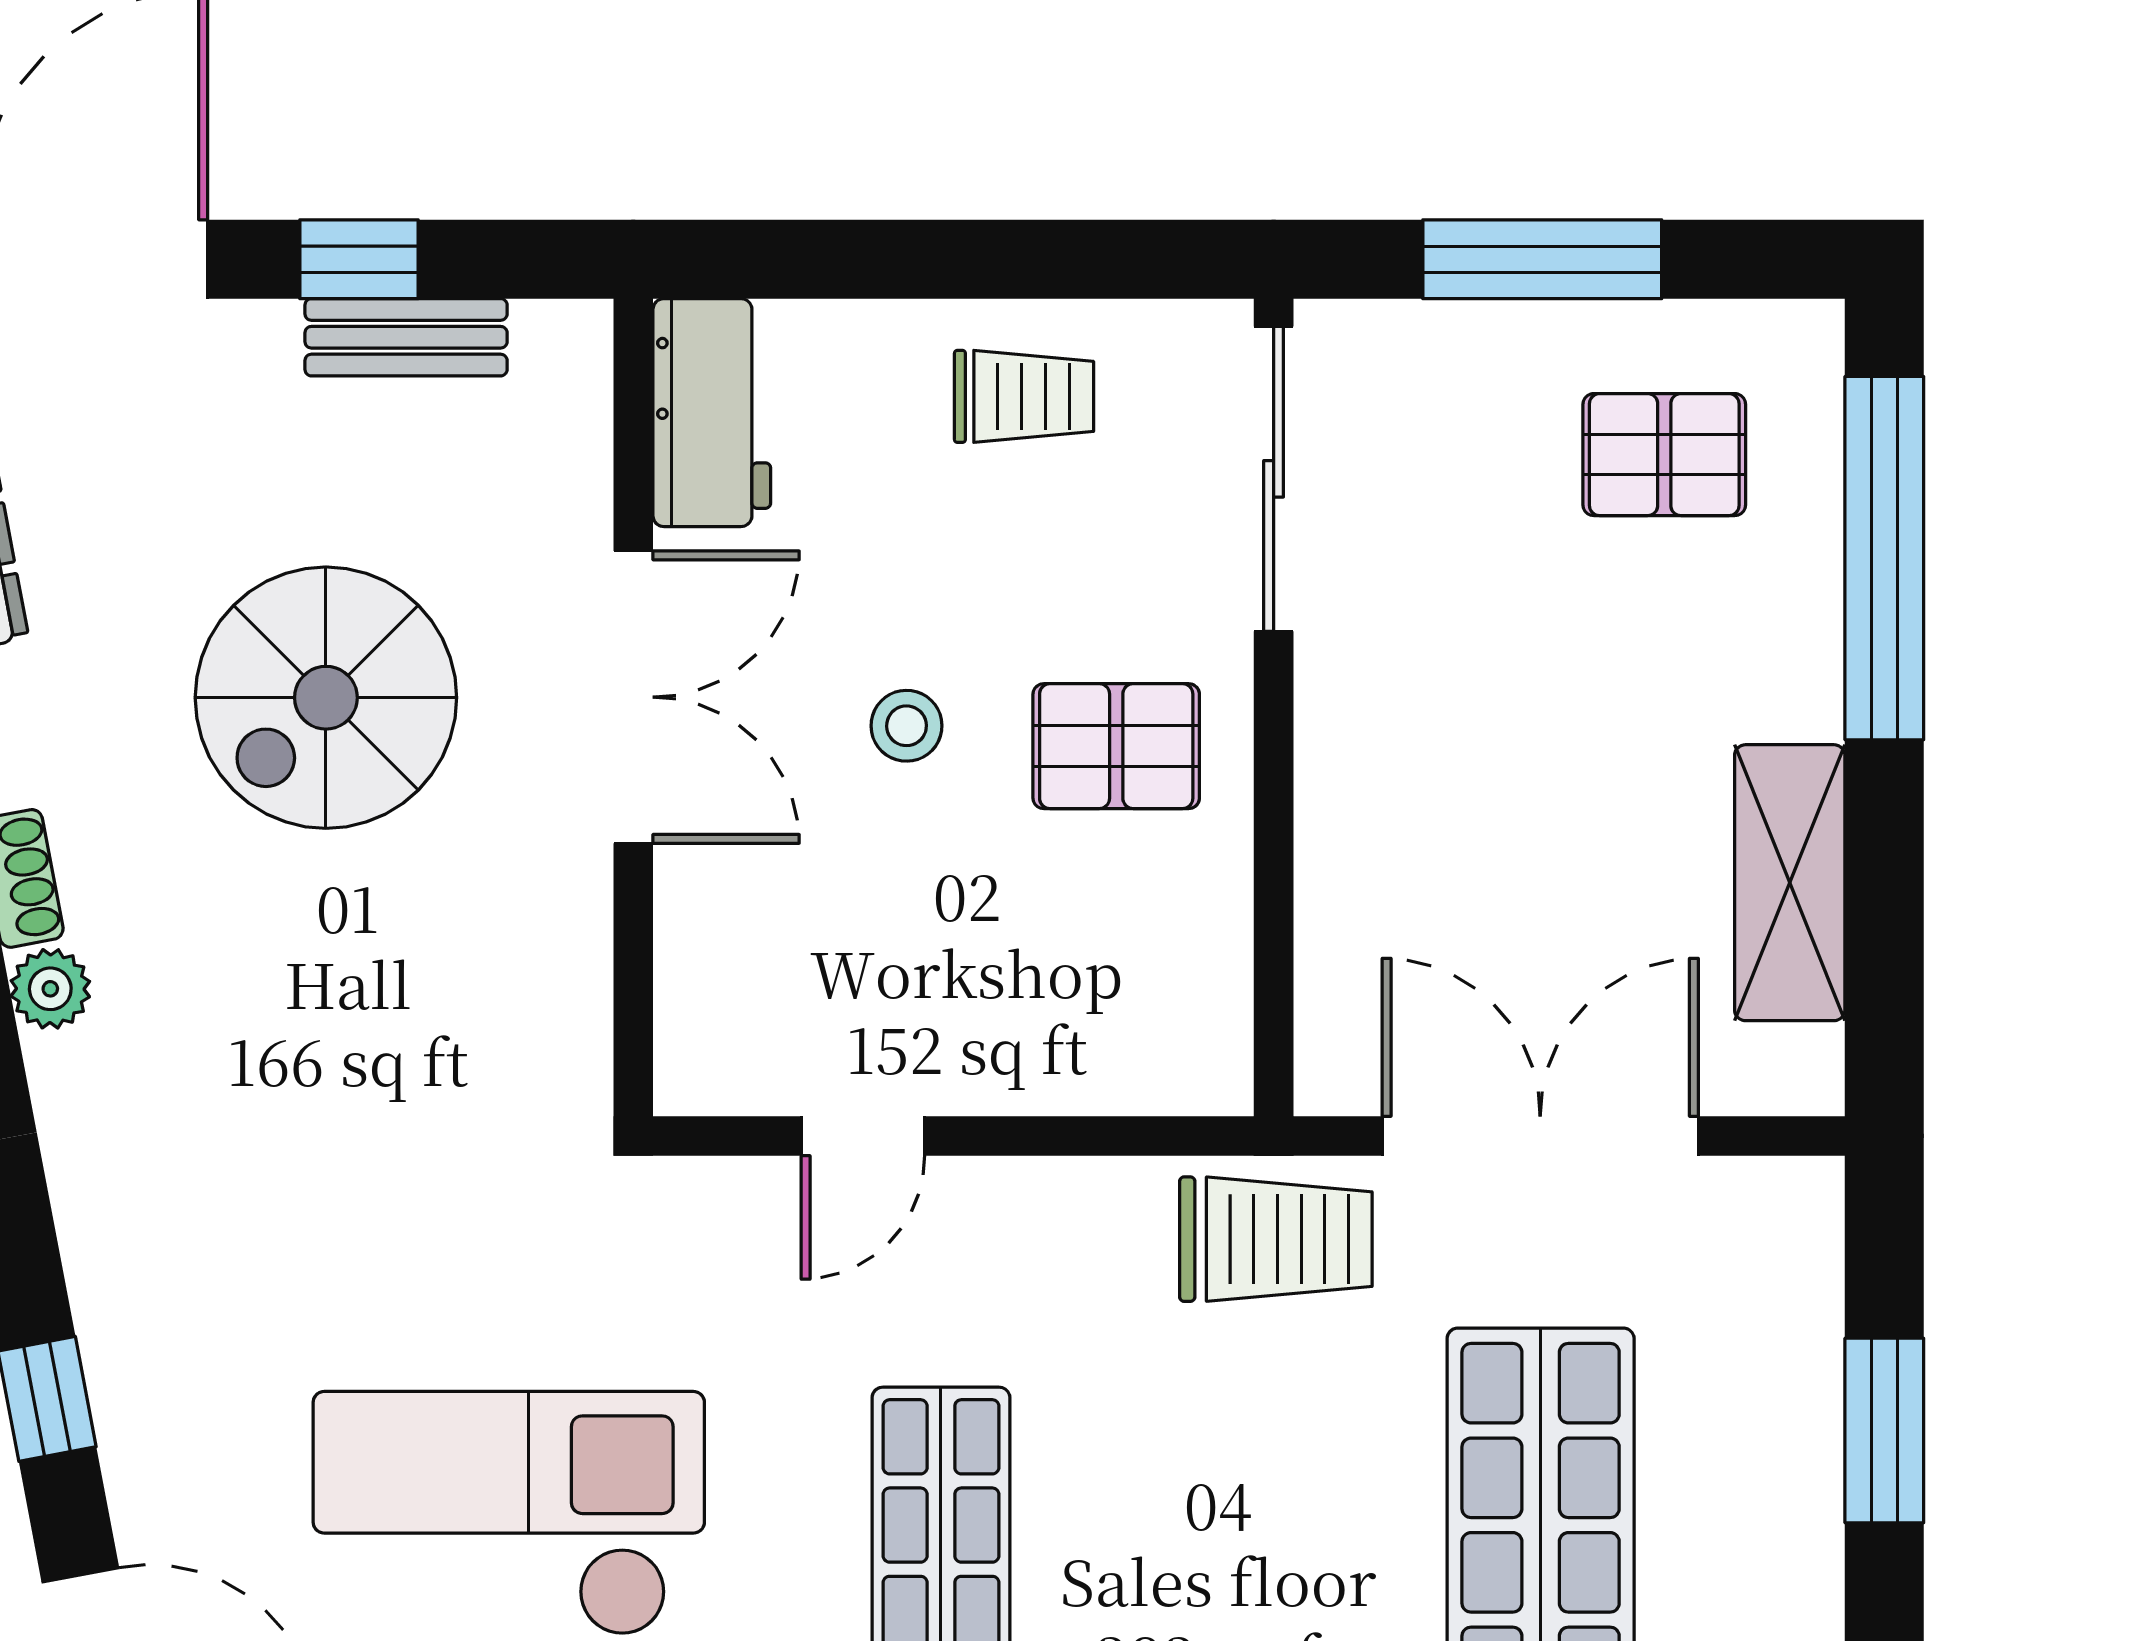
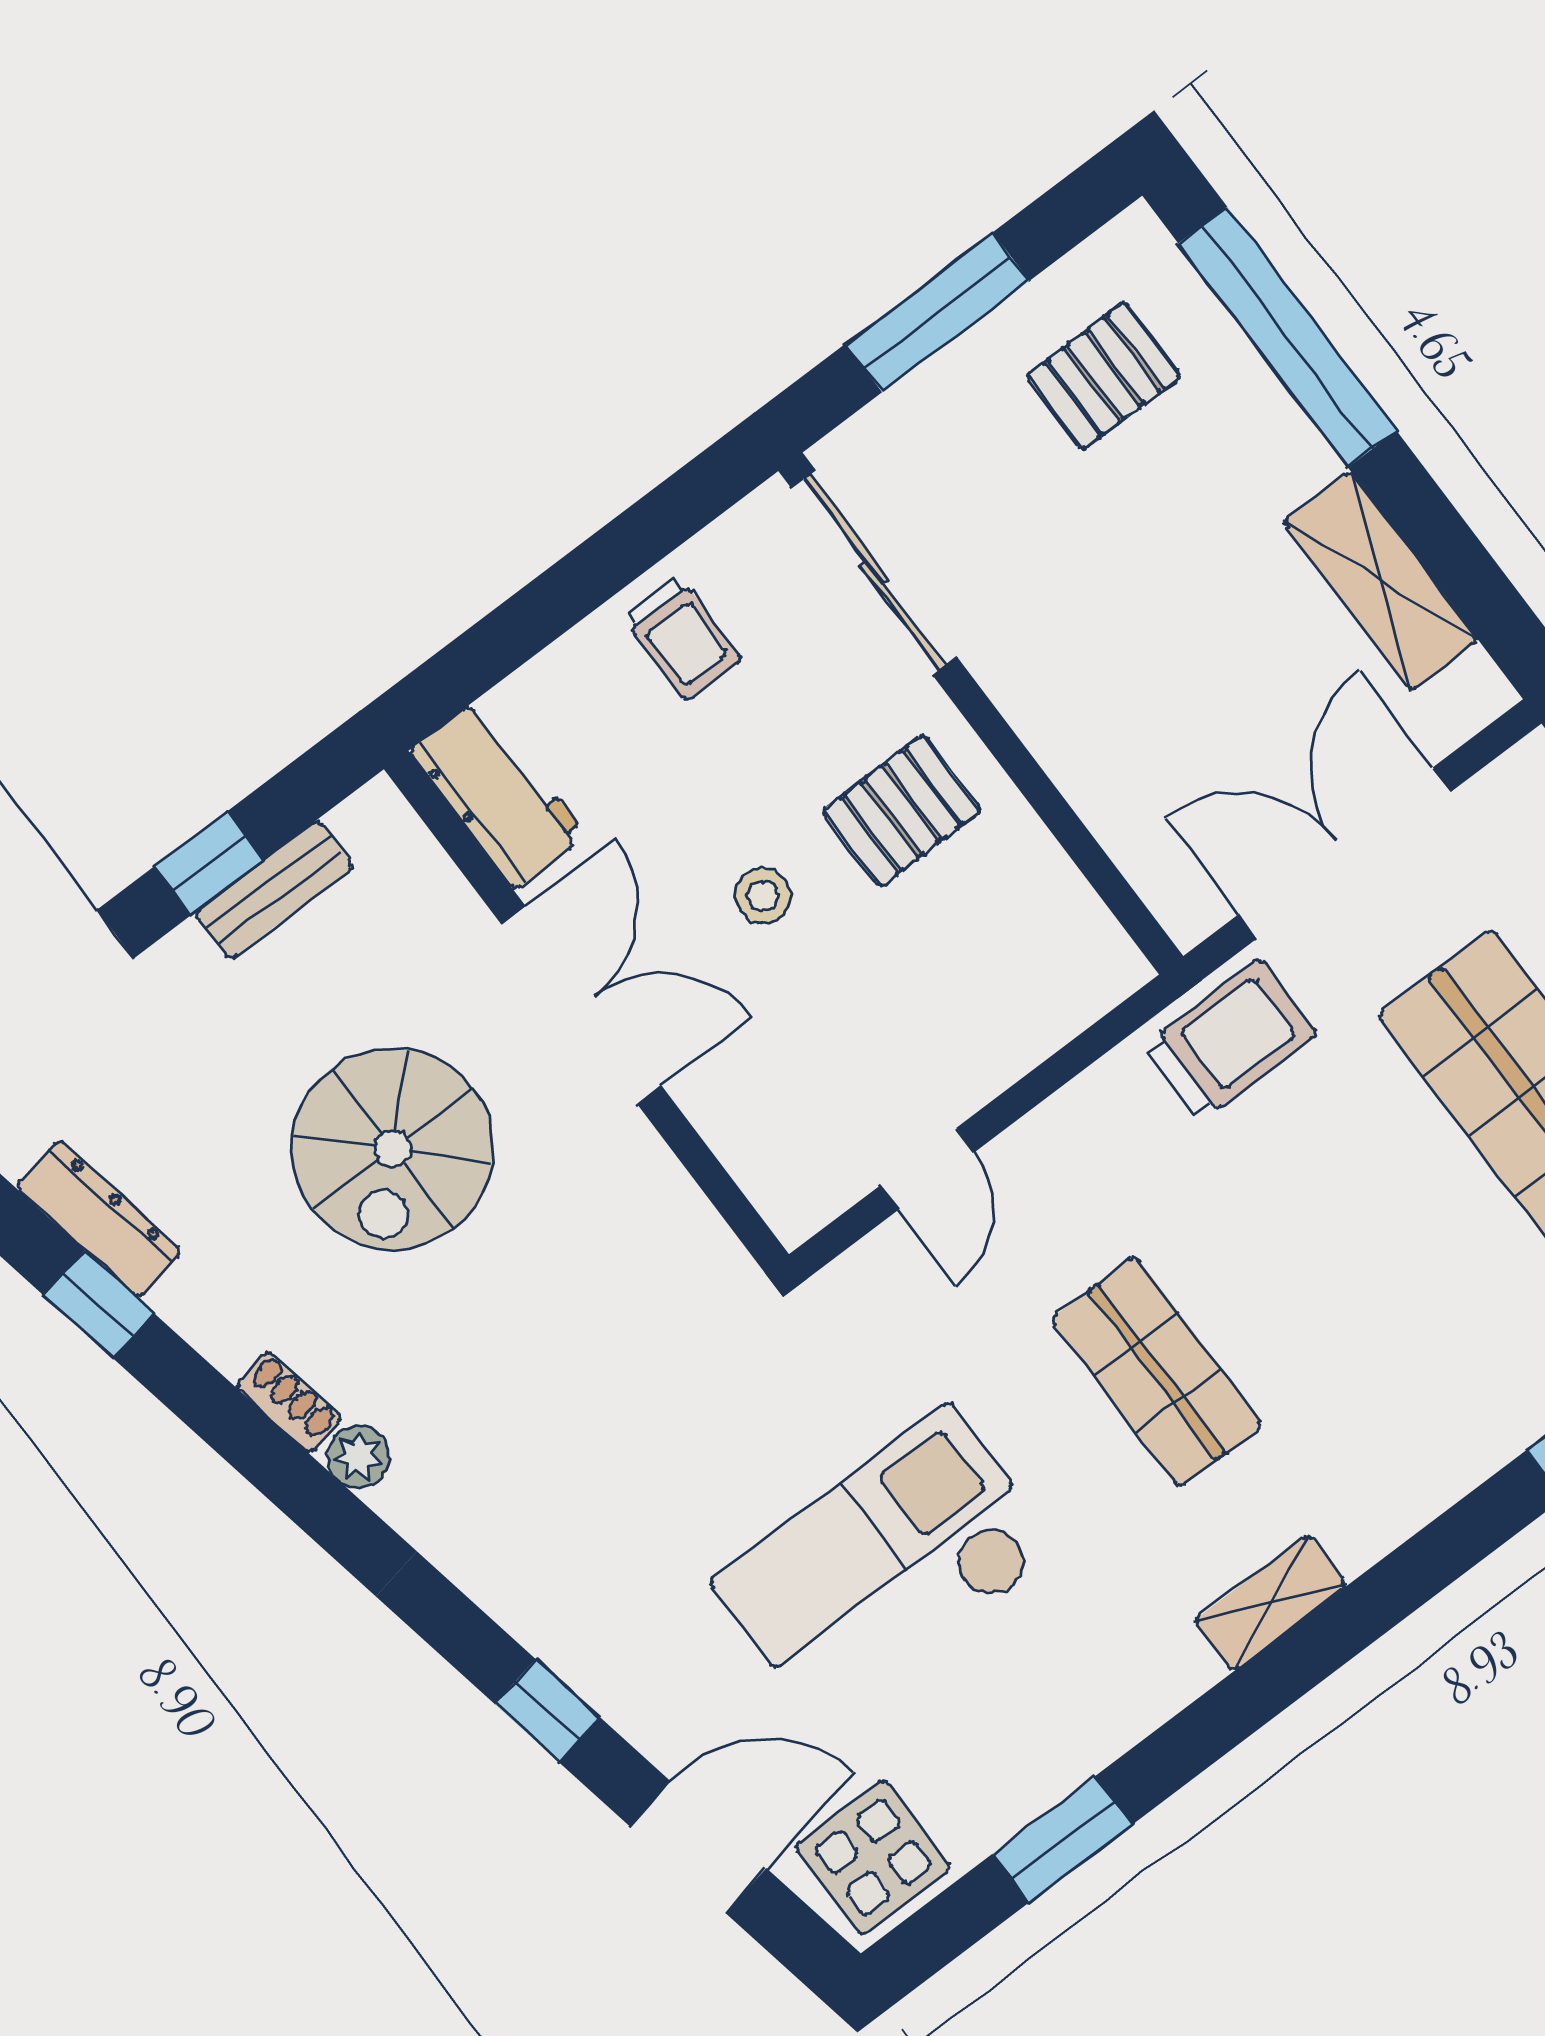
trolley: (1024, 396) -> (682, 638), turned 90

